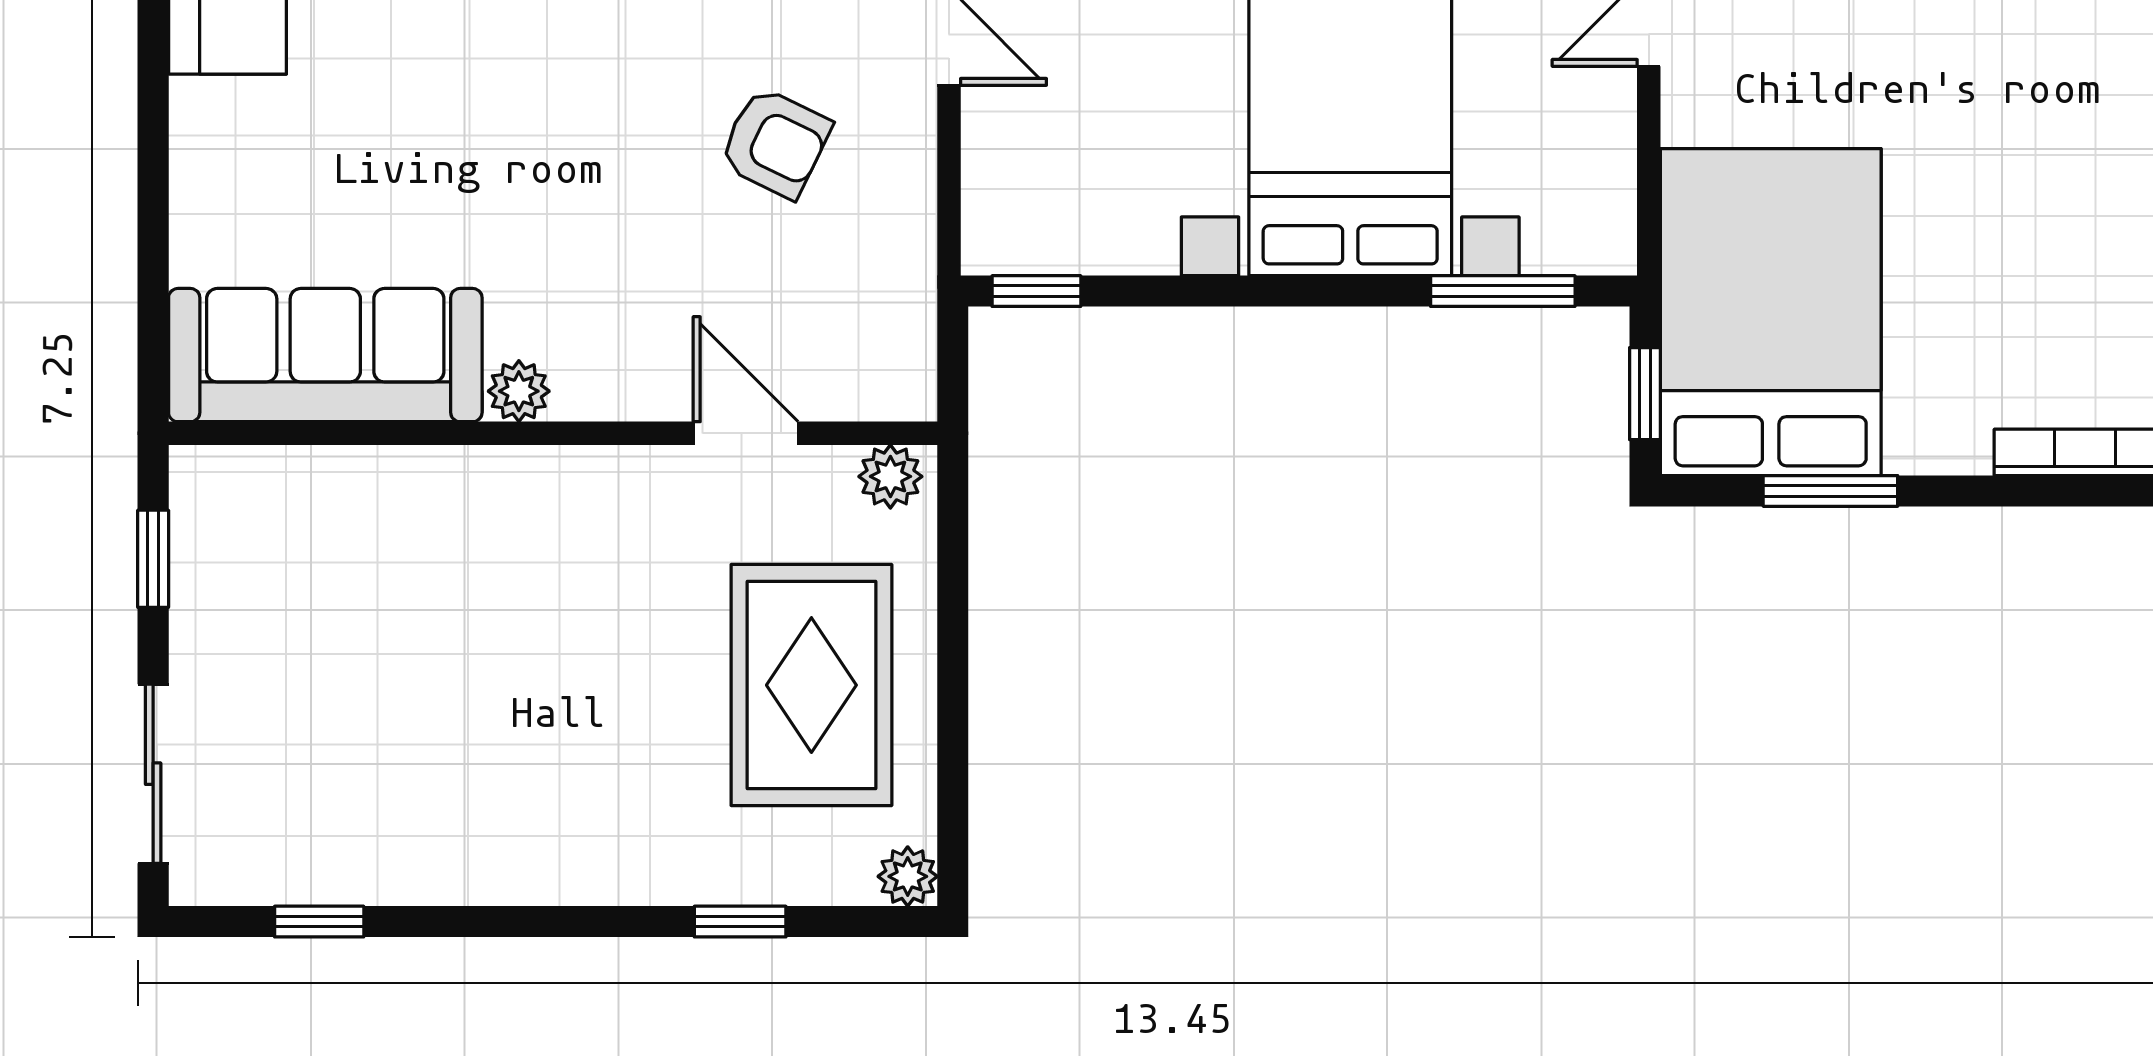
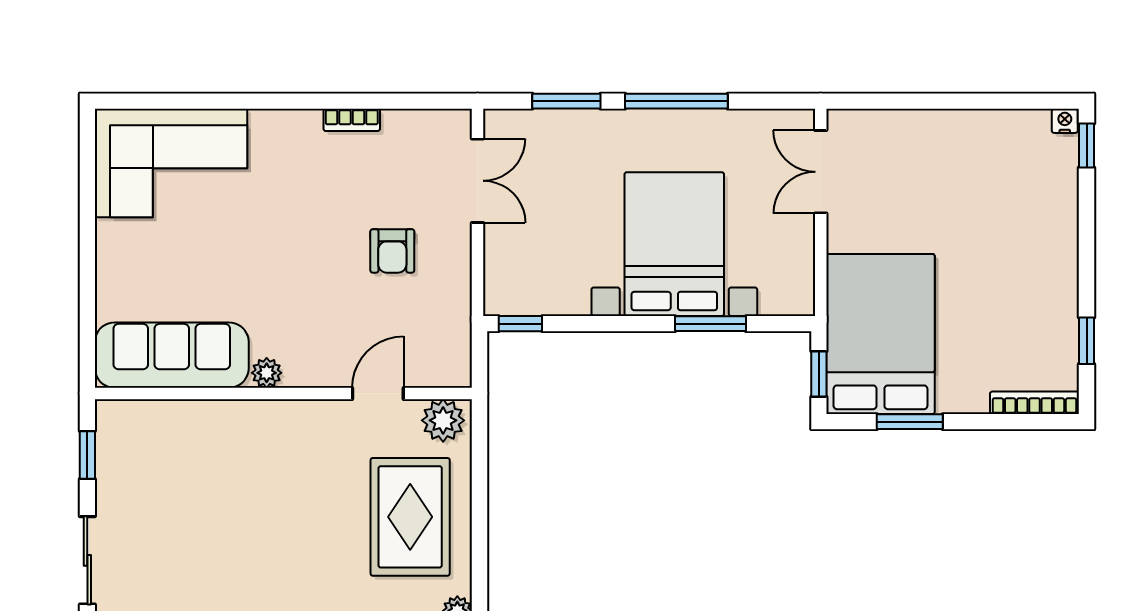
armchair: (775, 143) -> (392, 251), turned 64
window: (1503, 291) -> (710, 324), moved
door: (746, 433) -> (378, 393), hinge flipped
plant: (890, 476) -> (443, 420), width x1.38, depth x1.38

